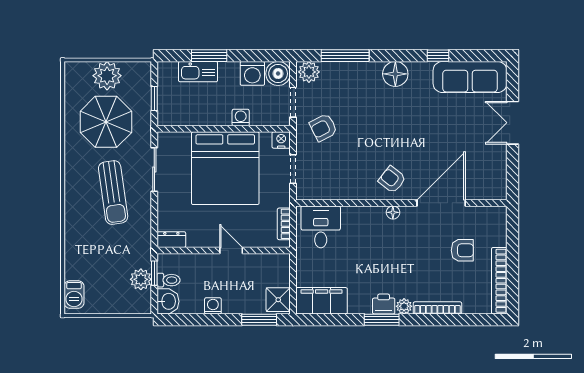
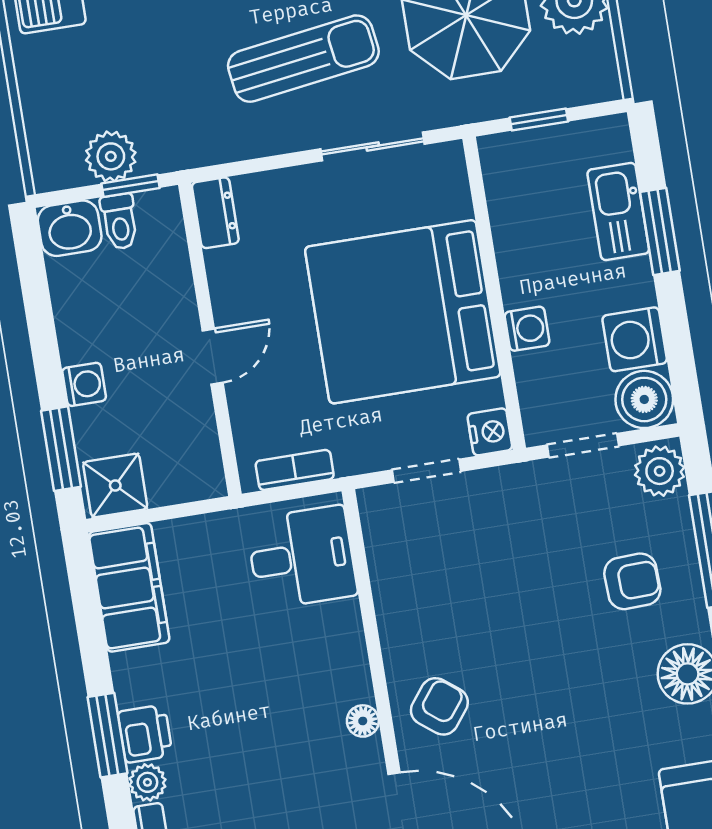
armchair: (323, 128) -> (632, 581), moved, turned 115
sun lounger: (113, 193) -> (303, 59), turned 180
washing machine: (213, 306) -> (84, 384), moved

